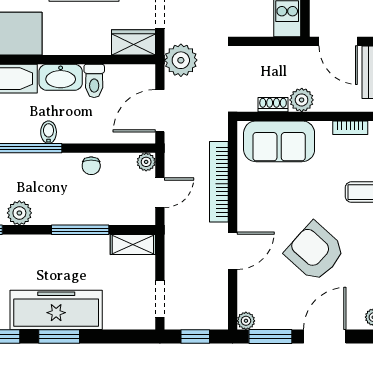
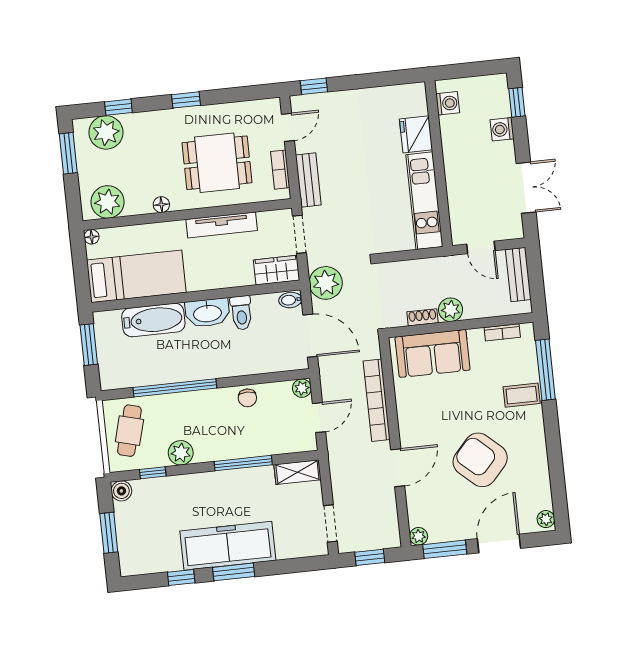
door: (338, 41) -> (481, 247), width x0.73
door: (160, 111) -> (310, 336), swing flipped
bidet: (49, 132) -> (290, 300), moved, turned -90

